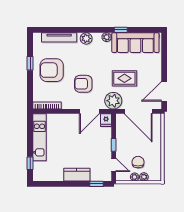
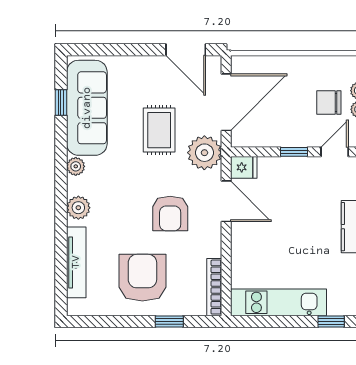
window: (121, 30) -> (61, 103), moved
window: (30, 63) -> (169, 321), moved
armchair: (52, 70) -> (142, 278), turned 180

